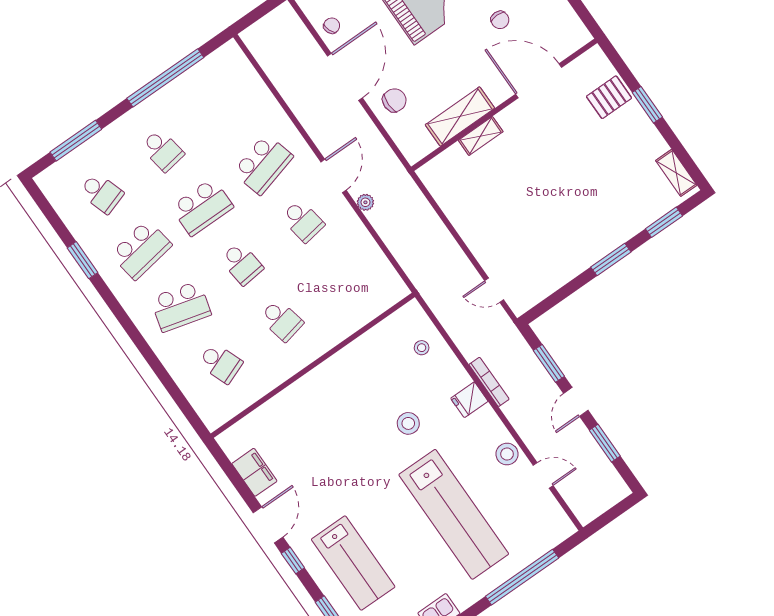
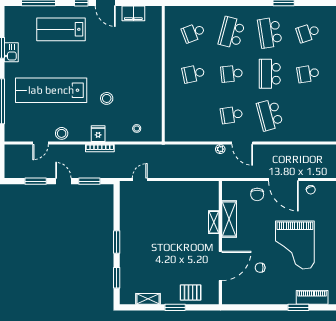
pallet: (609, 97) -> (191, 292), turned 90
shelving: (676, 173) -> (148, 299), moved

